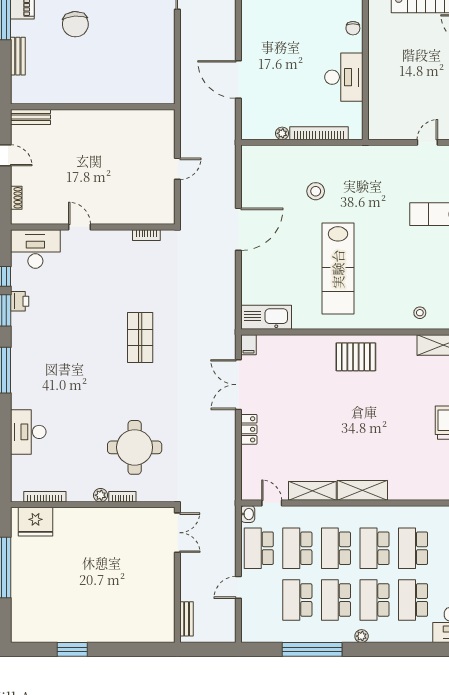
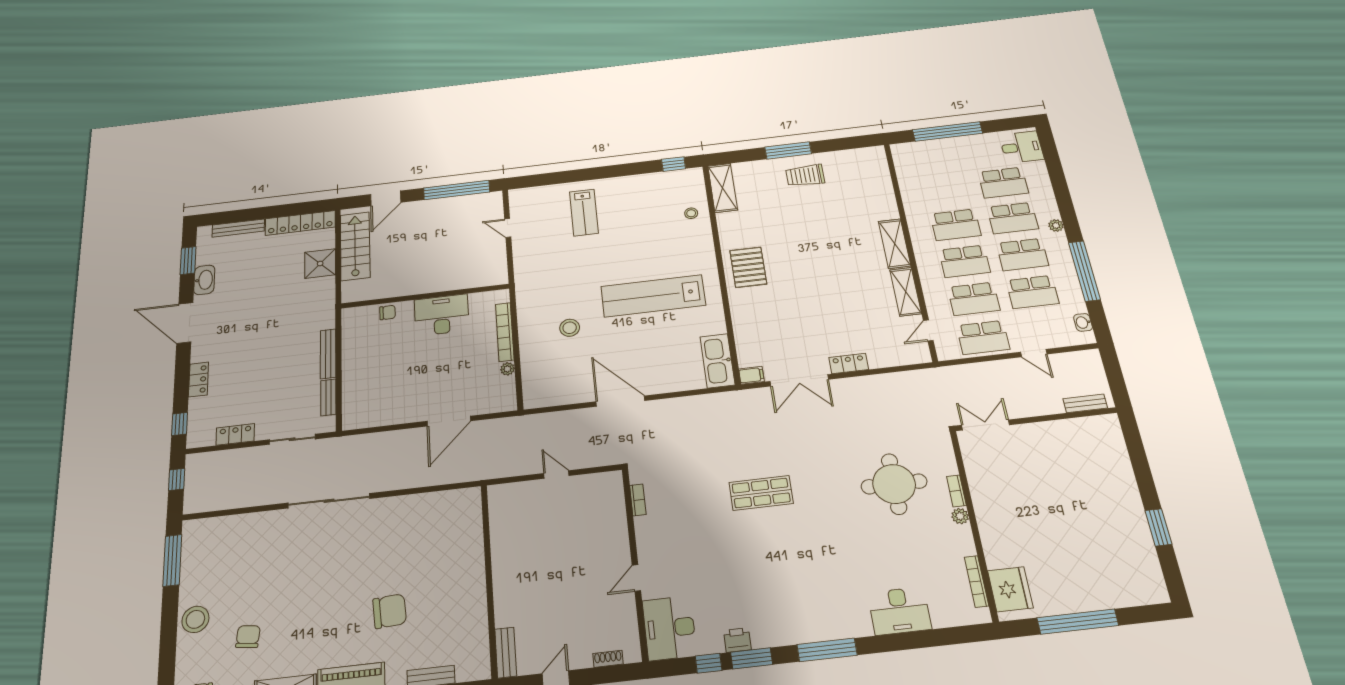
lab bench: (338, 269) -> (653, 296), turned 180
washbasin: (248, 514) -> (1083, 322), moved, turned -90
school desk: (413, 548) -> (947, 189), removed

